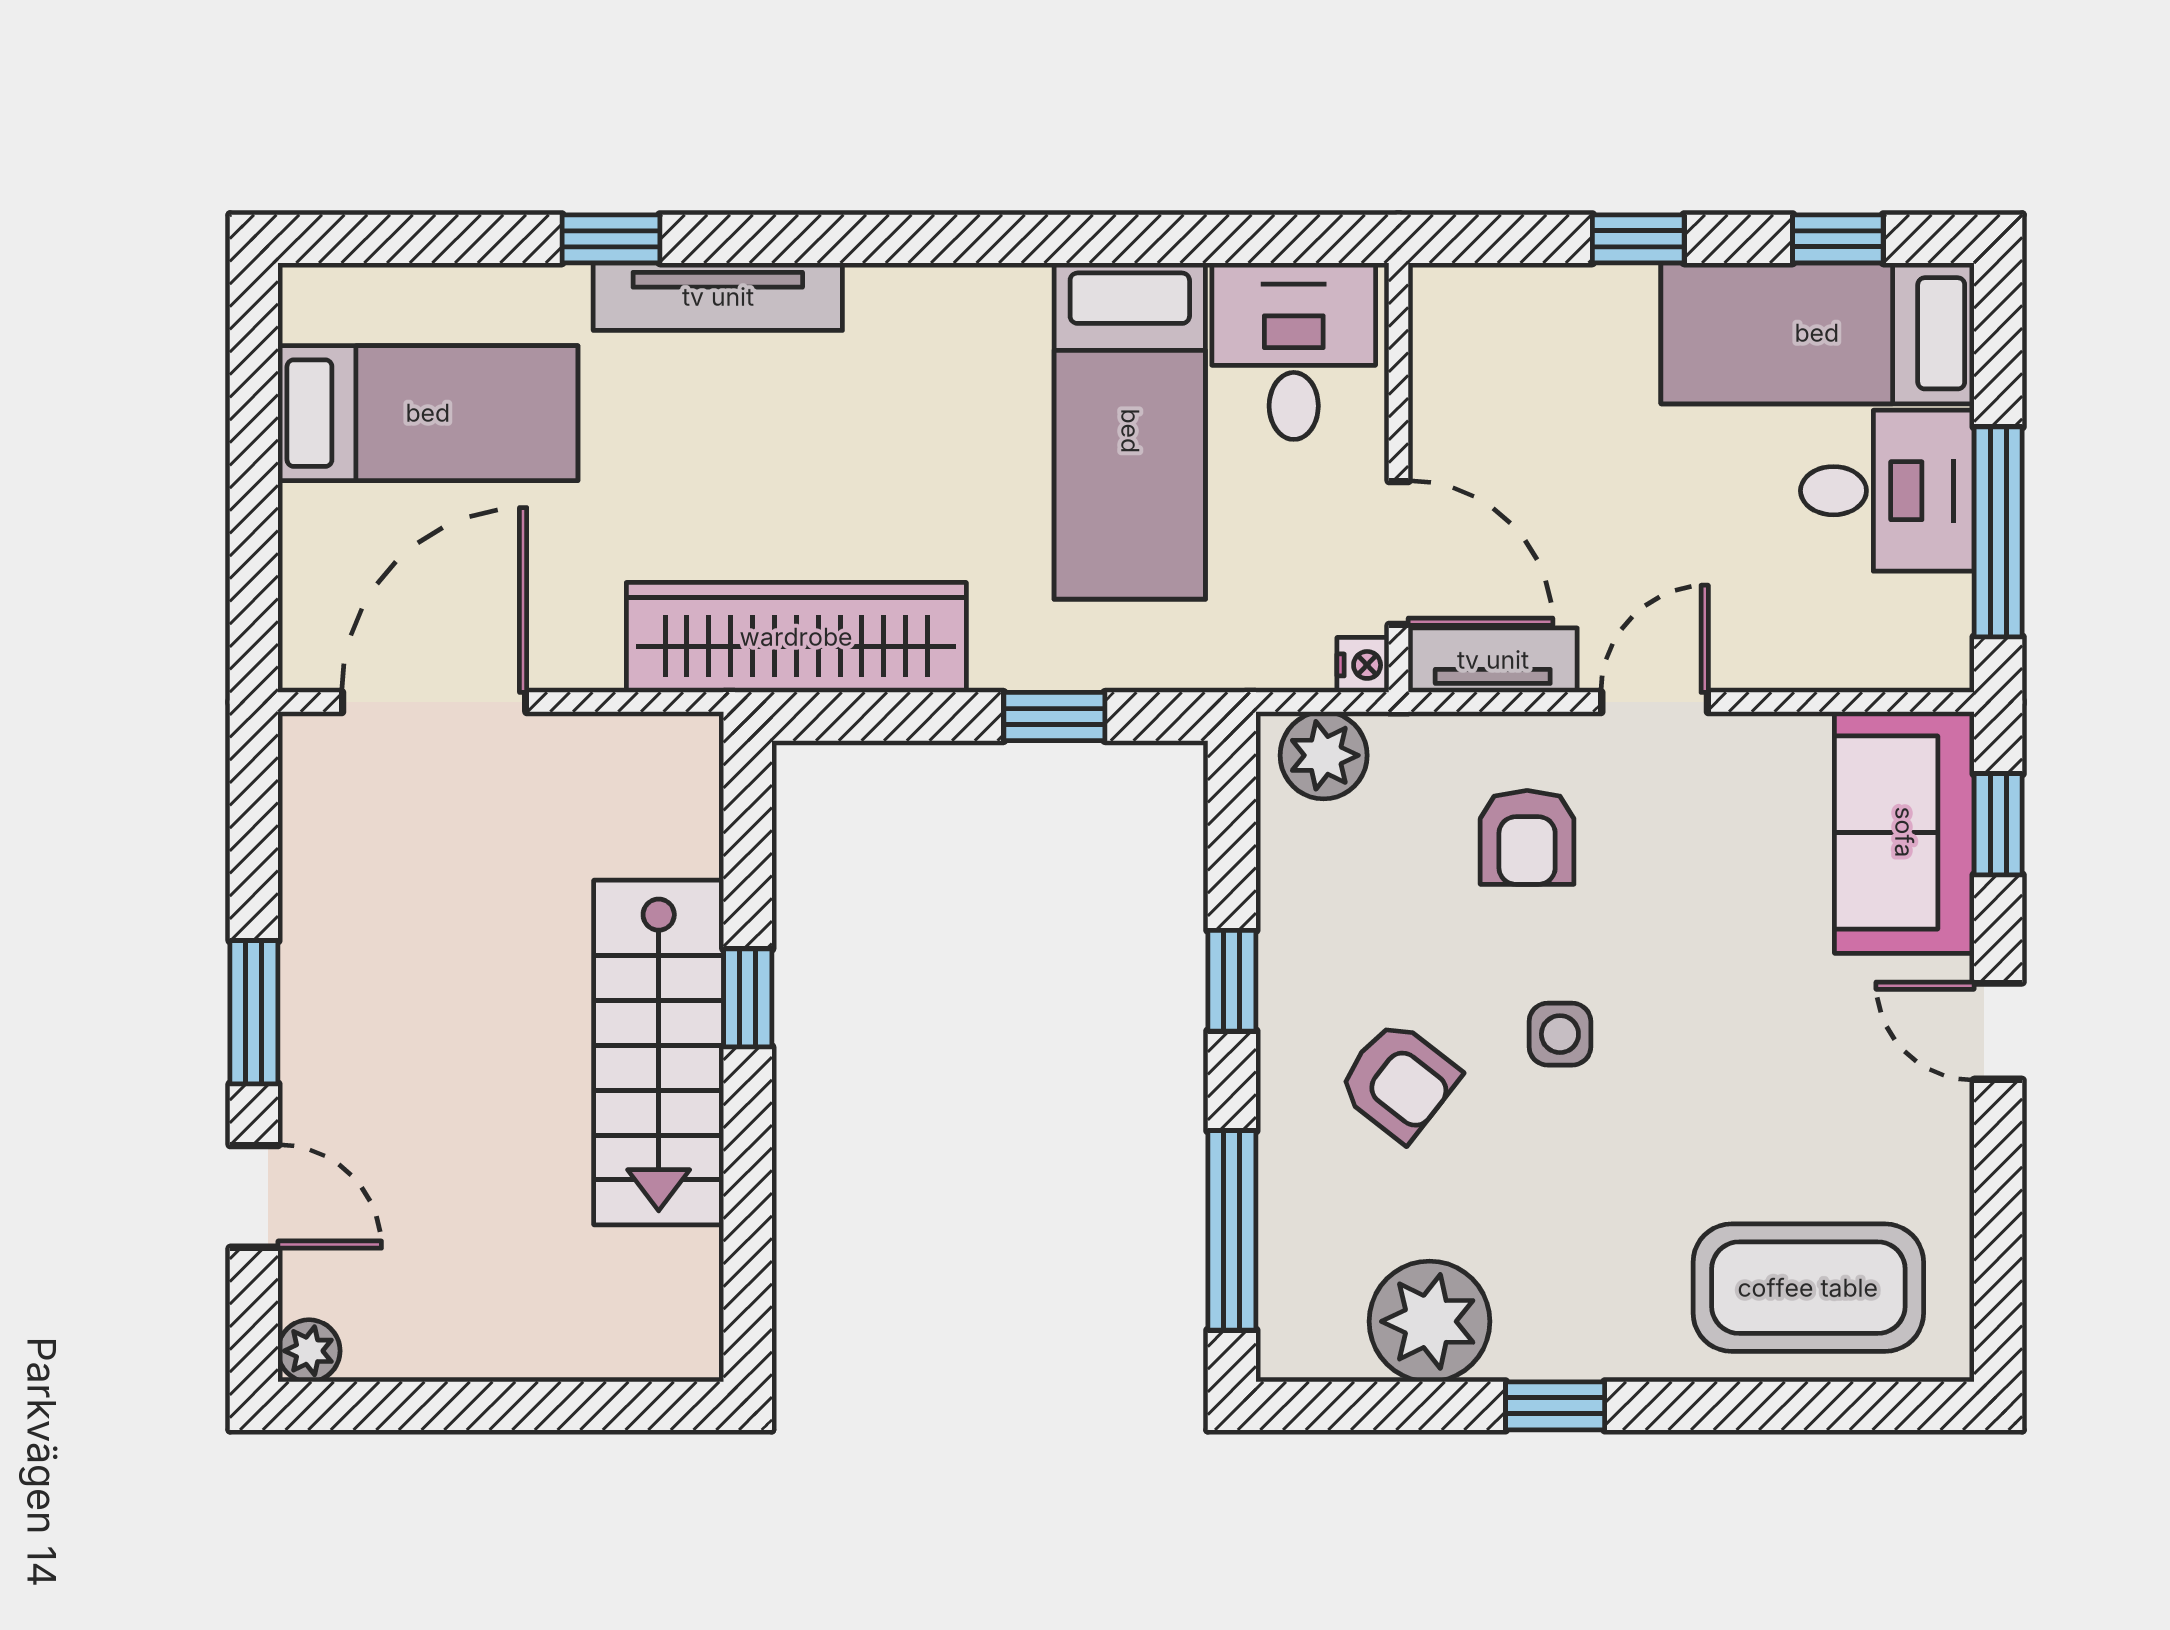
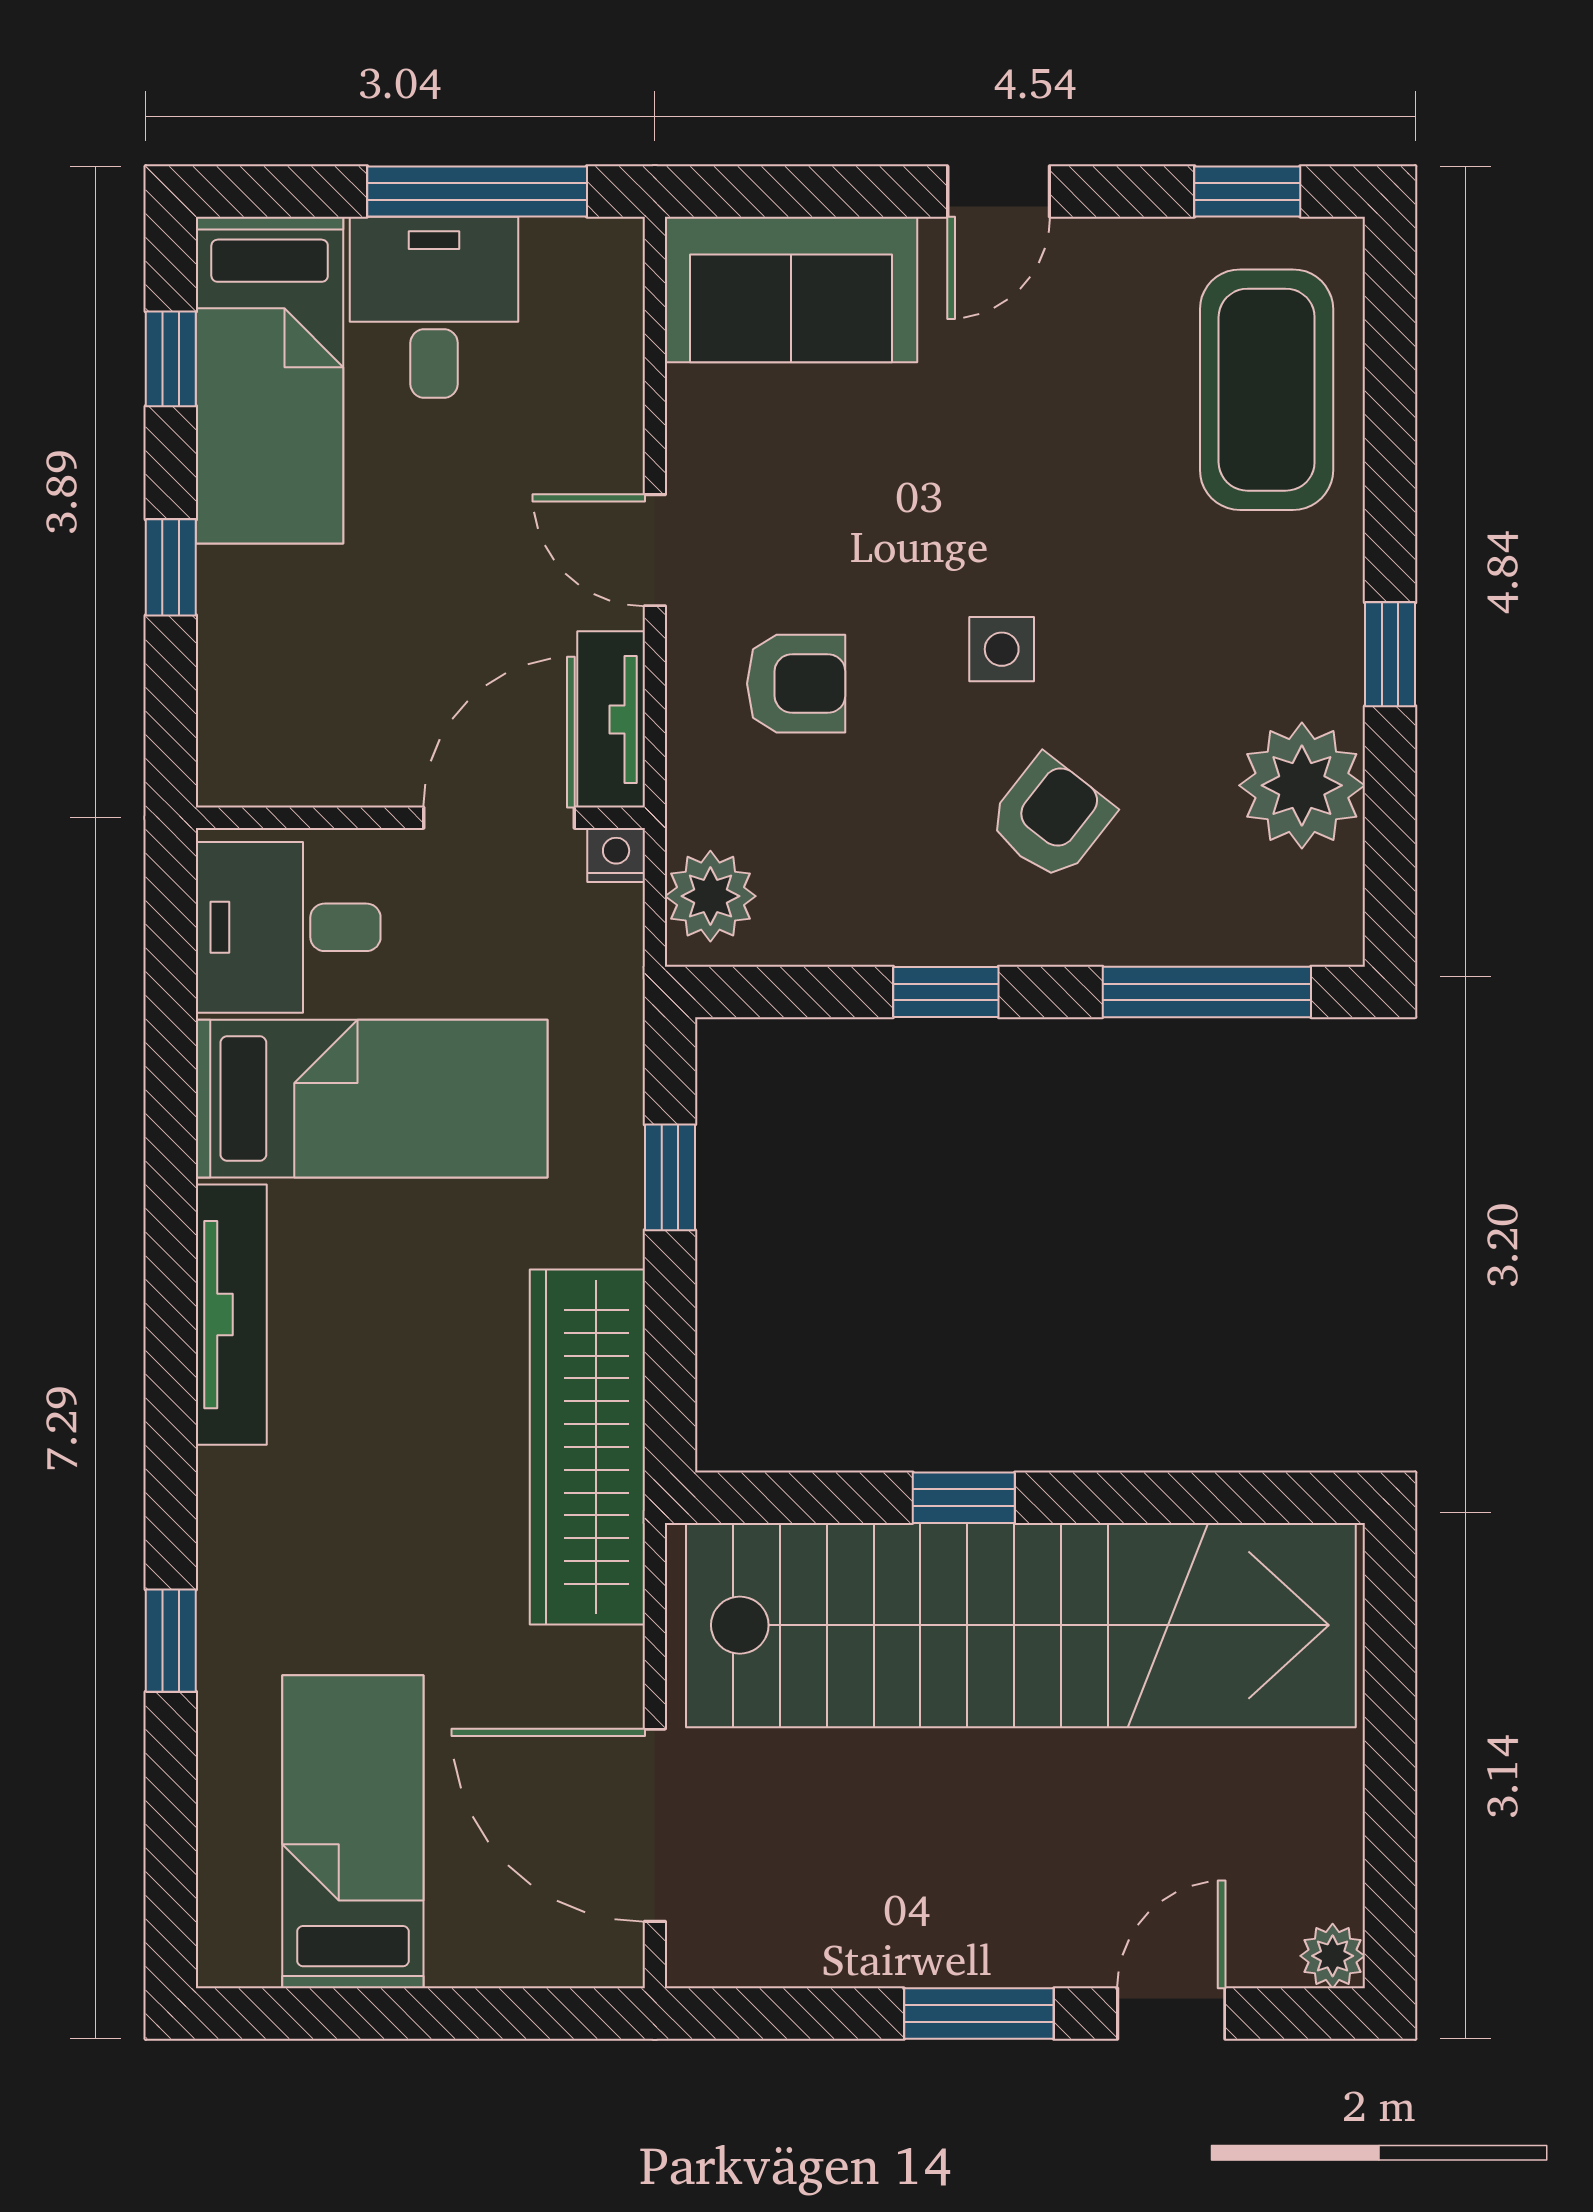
tv unit: (718, 297) -> (231, 1315), moved
window: (1998, 824) -> (1247, 191), moved
stairs: (659, 1052) -> (1021, 1625), width x1.86, depth x1.51

